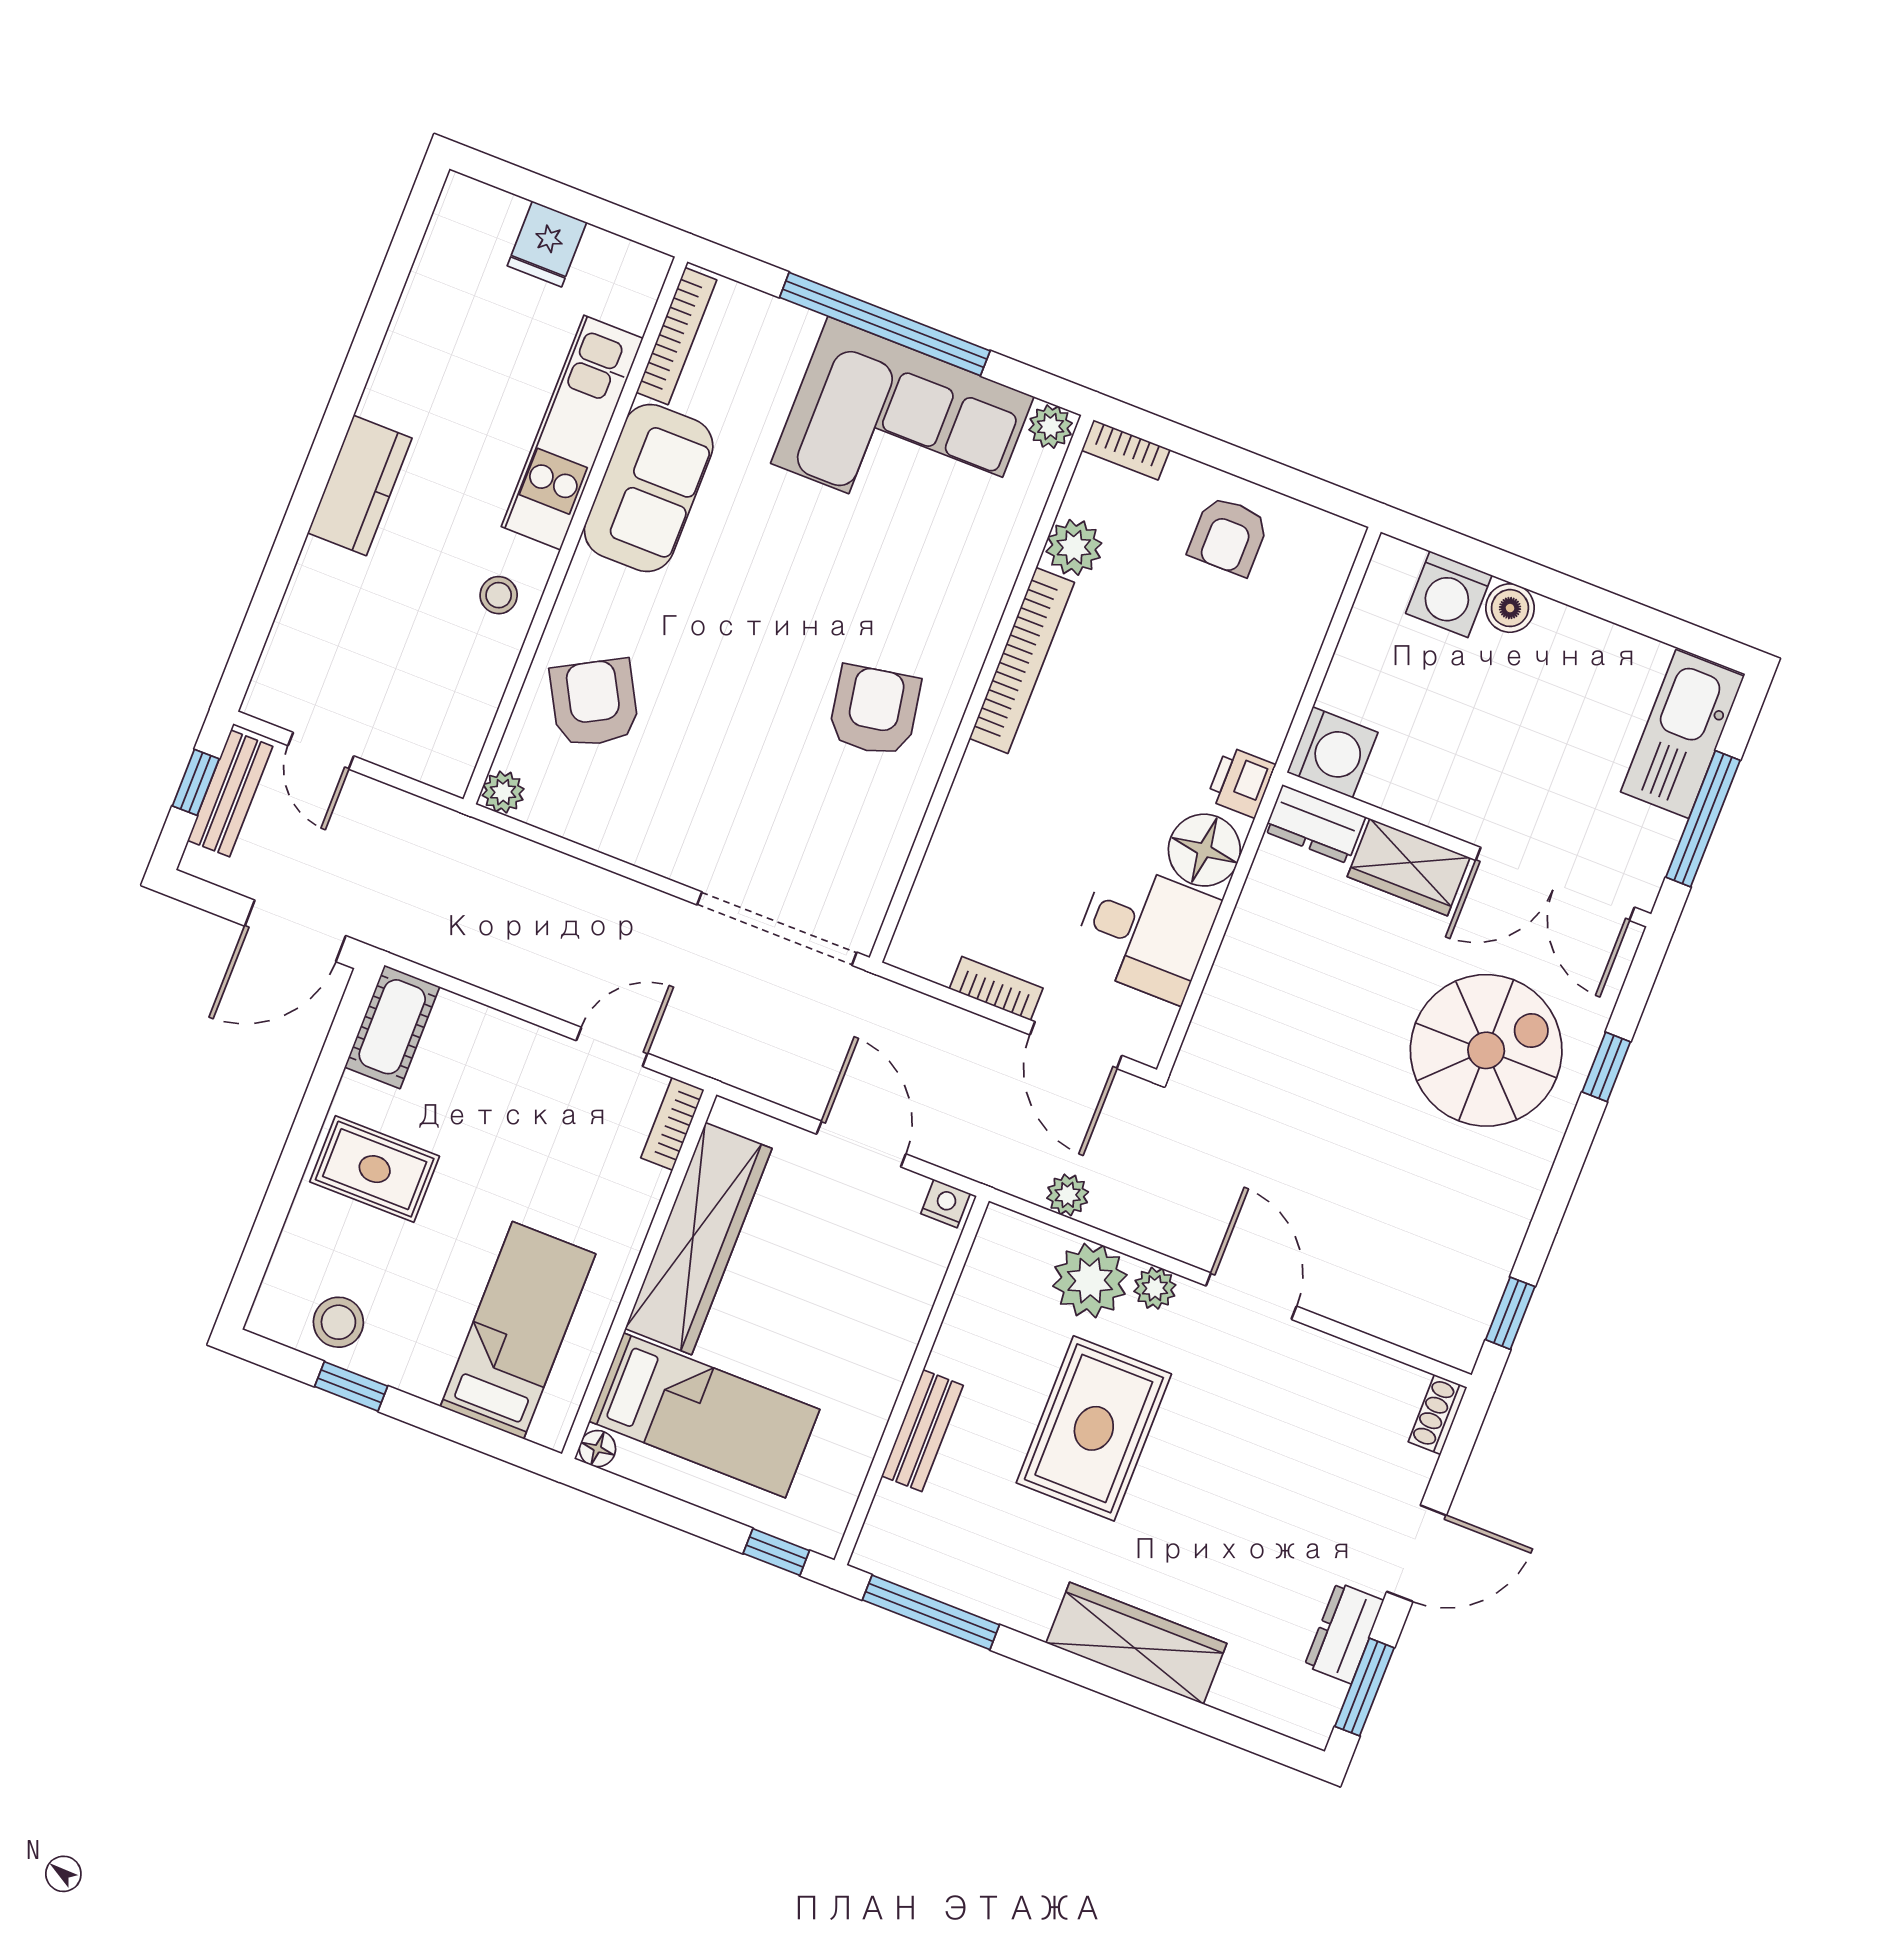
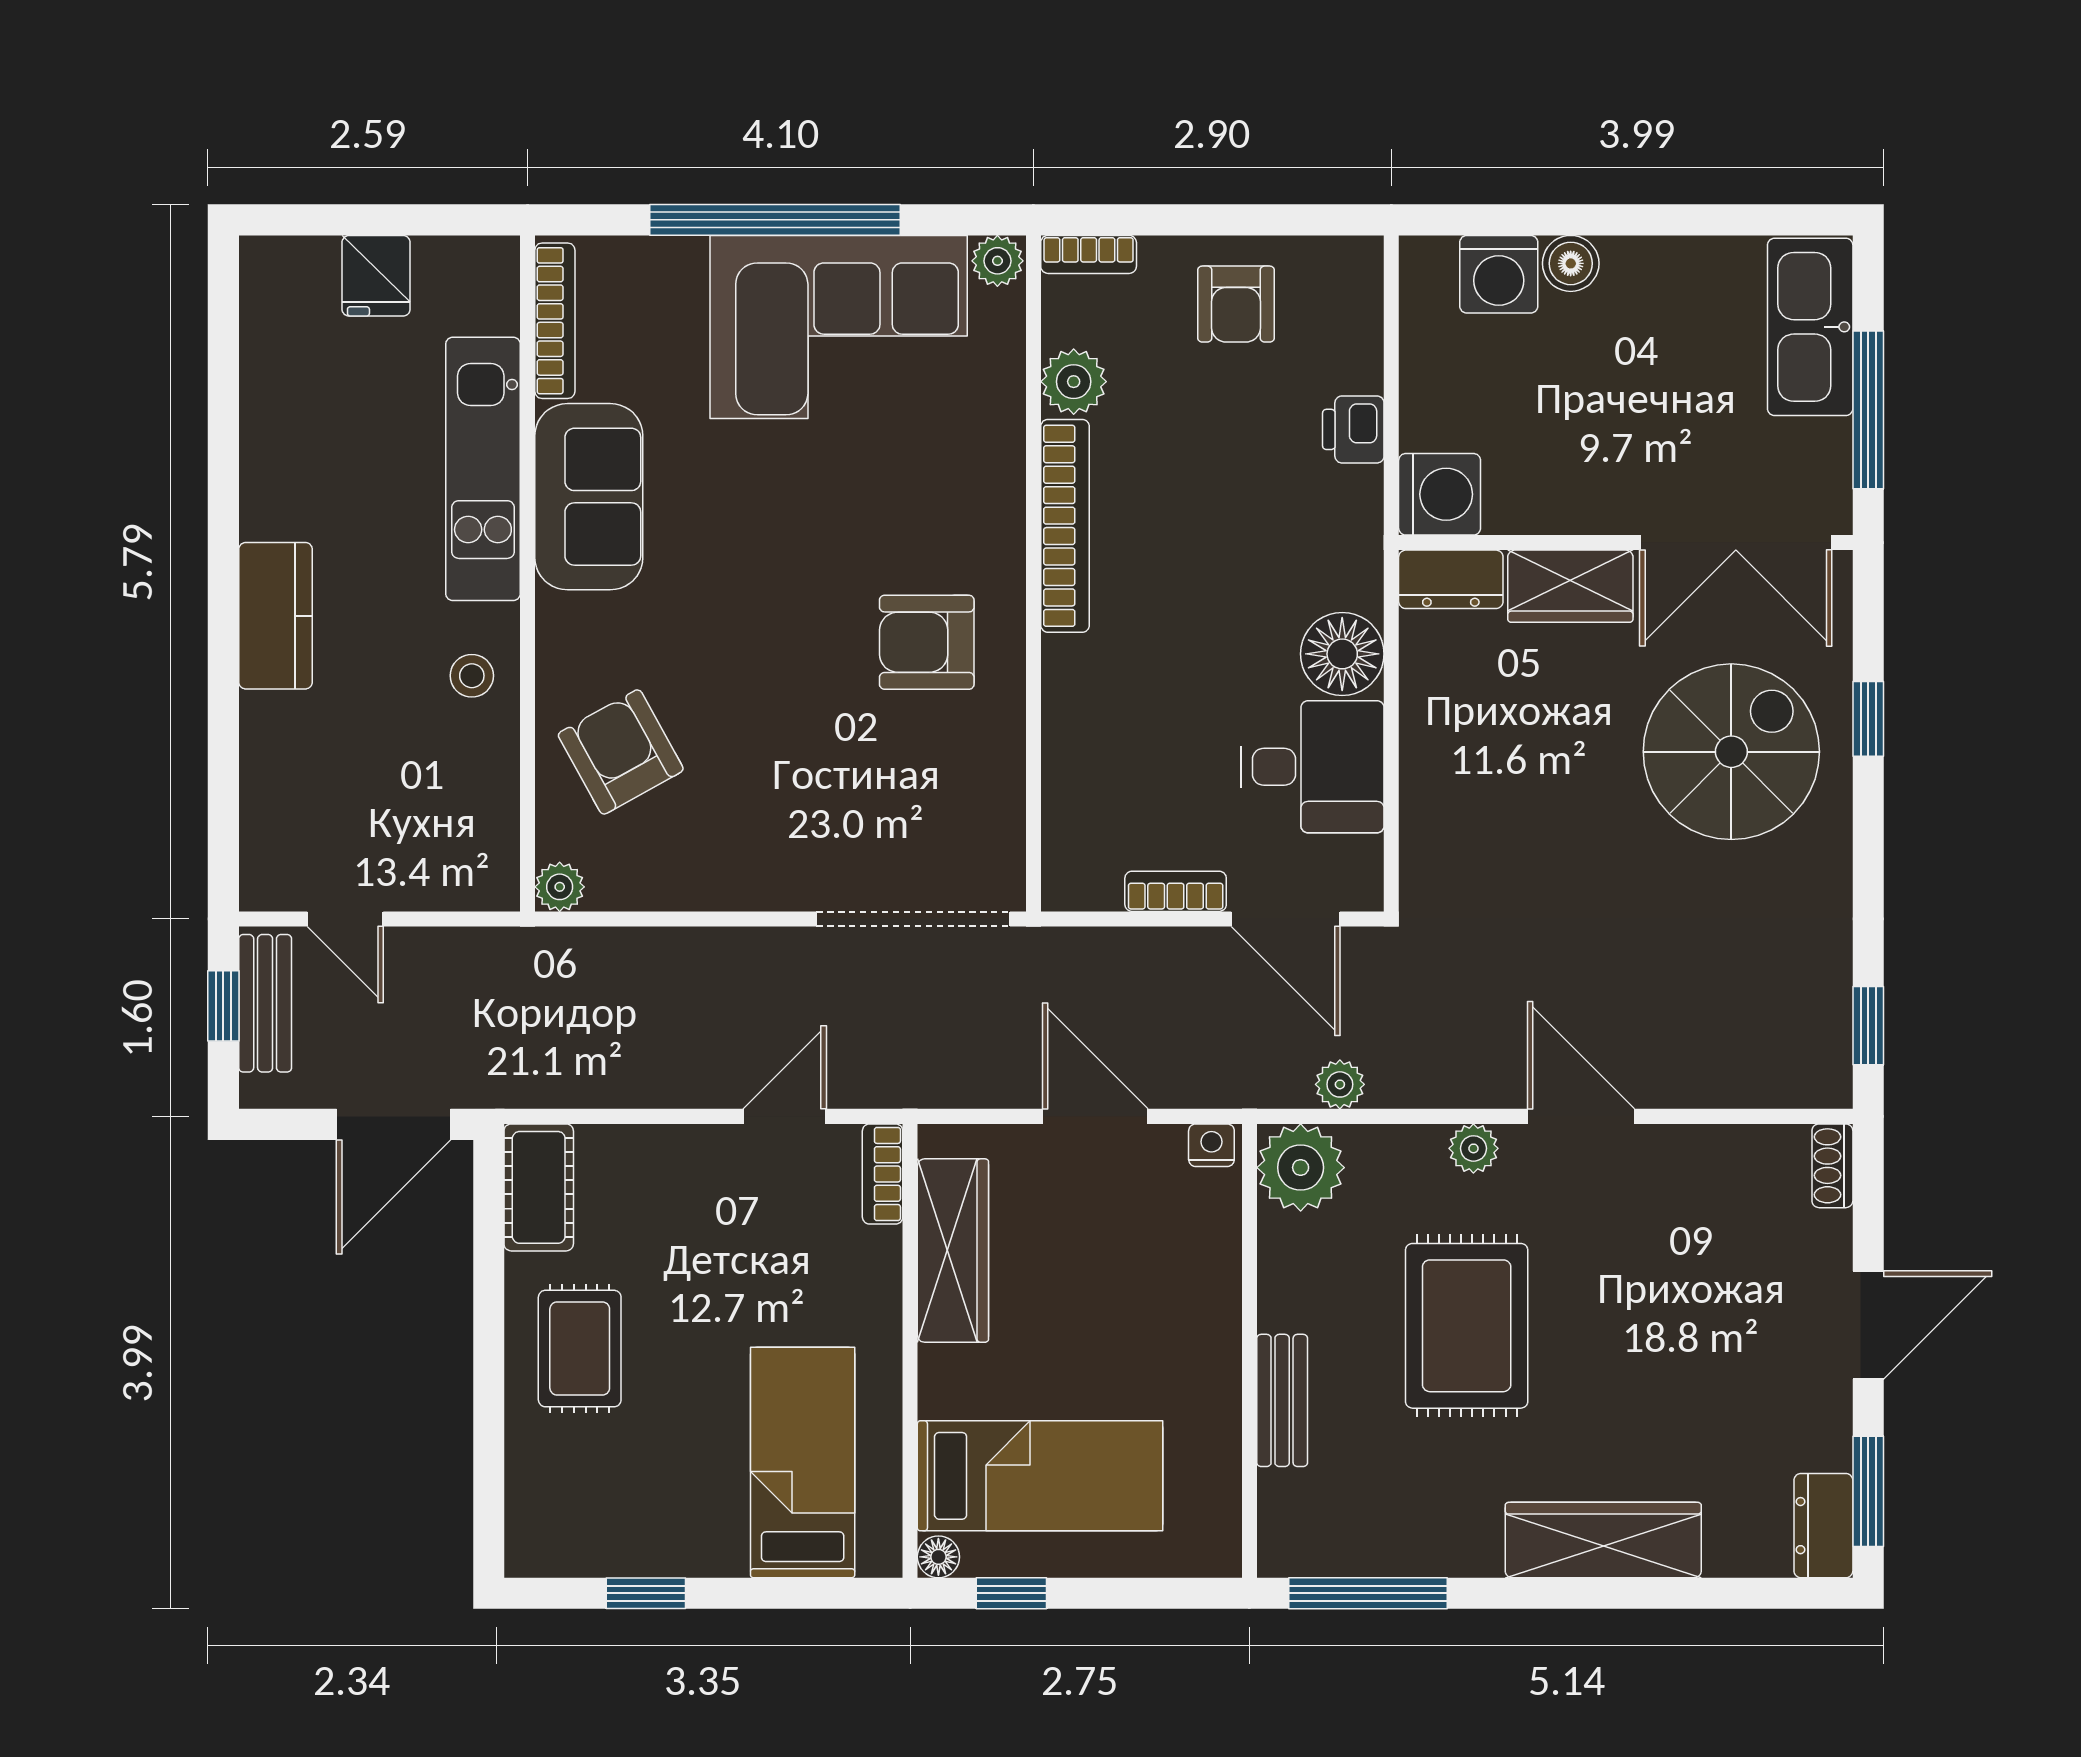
armchair: (874, 711) -> (927, 642), turned -80
printer: (1241, 782) -> (1353, 429), moved
rug: (375, 1169) -> (580, 1349), turned 90
wardrobe: (698, 1239) -> (953, 1251), width x0.71, depth x0.85
plant: (1090, 1281) -> (1301, 1168), moved
stool: (338, 1322) -> (605, 1529), removed
window: (776, 1552) -> (1011, 1593), moved
dresser: (1344, 1633) -> (1823, 1526), moved

